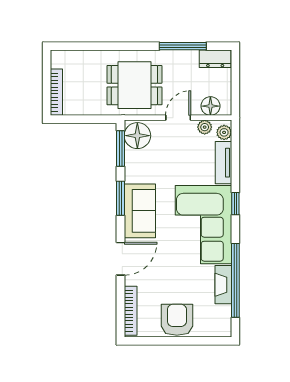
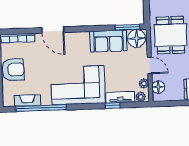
window: (120, 198) -> (94, 28), removed
window: (235, 204) -> (113, 105), moved
sofa: (140, 211) -> (108, 41), moved
fireplace: (223, 285) -> (27, 100), moved

